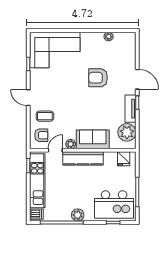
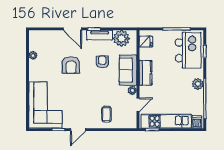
door: (137, 79) -> (72, 29), swing flipped
door: (28, 98) -> (78, 130), moved
armchair: (41, 135) -> (102, 62), moved
door: (55, 150) -> (138, 105), swing flipped
kitchen counter: (83, 158) -> (146, 73), width x0.67

